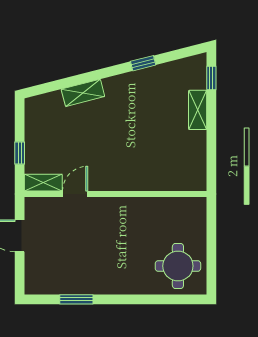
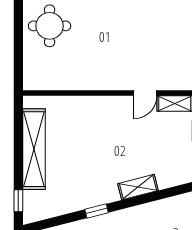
window: (143, 63) -> (97, 211), moved
shelving: (198, 110) -> (34, 149), width x2.20, depth x1.33

